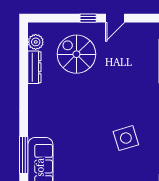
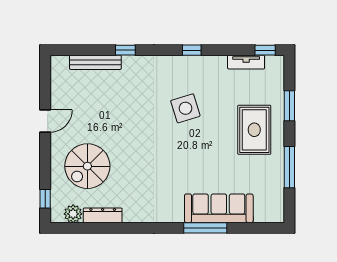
window: (88, 18) -> (45, 199), moved
door: (115, 18) -> (45, 121), hinge flipped

